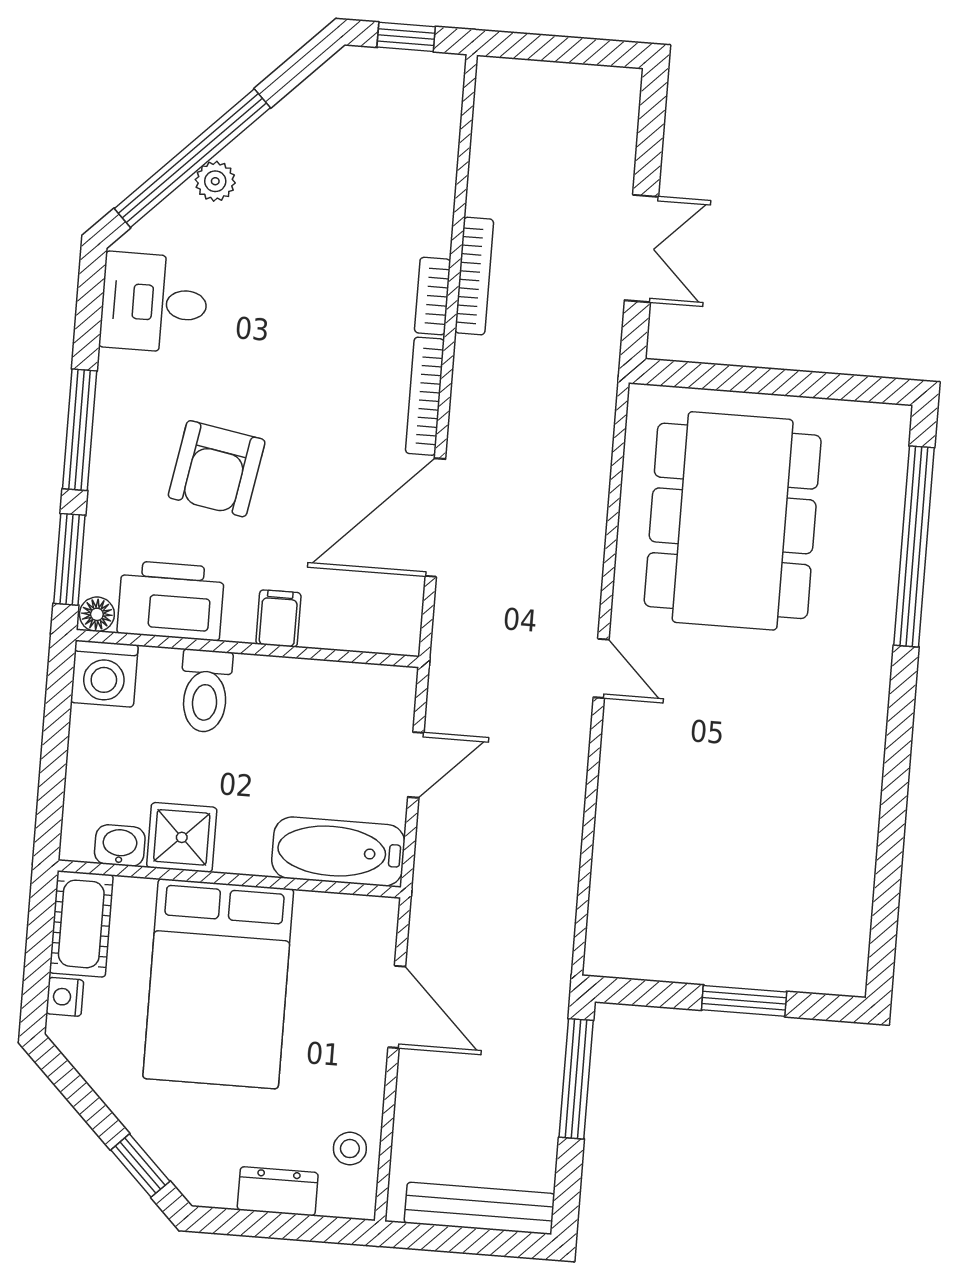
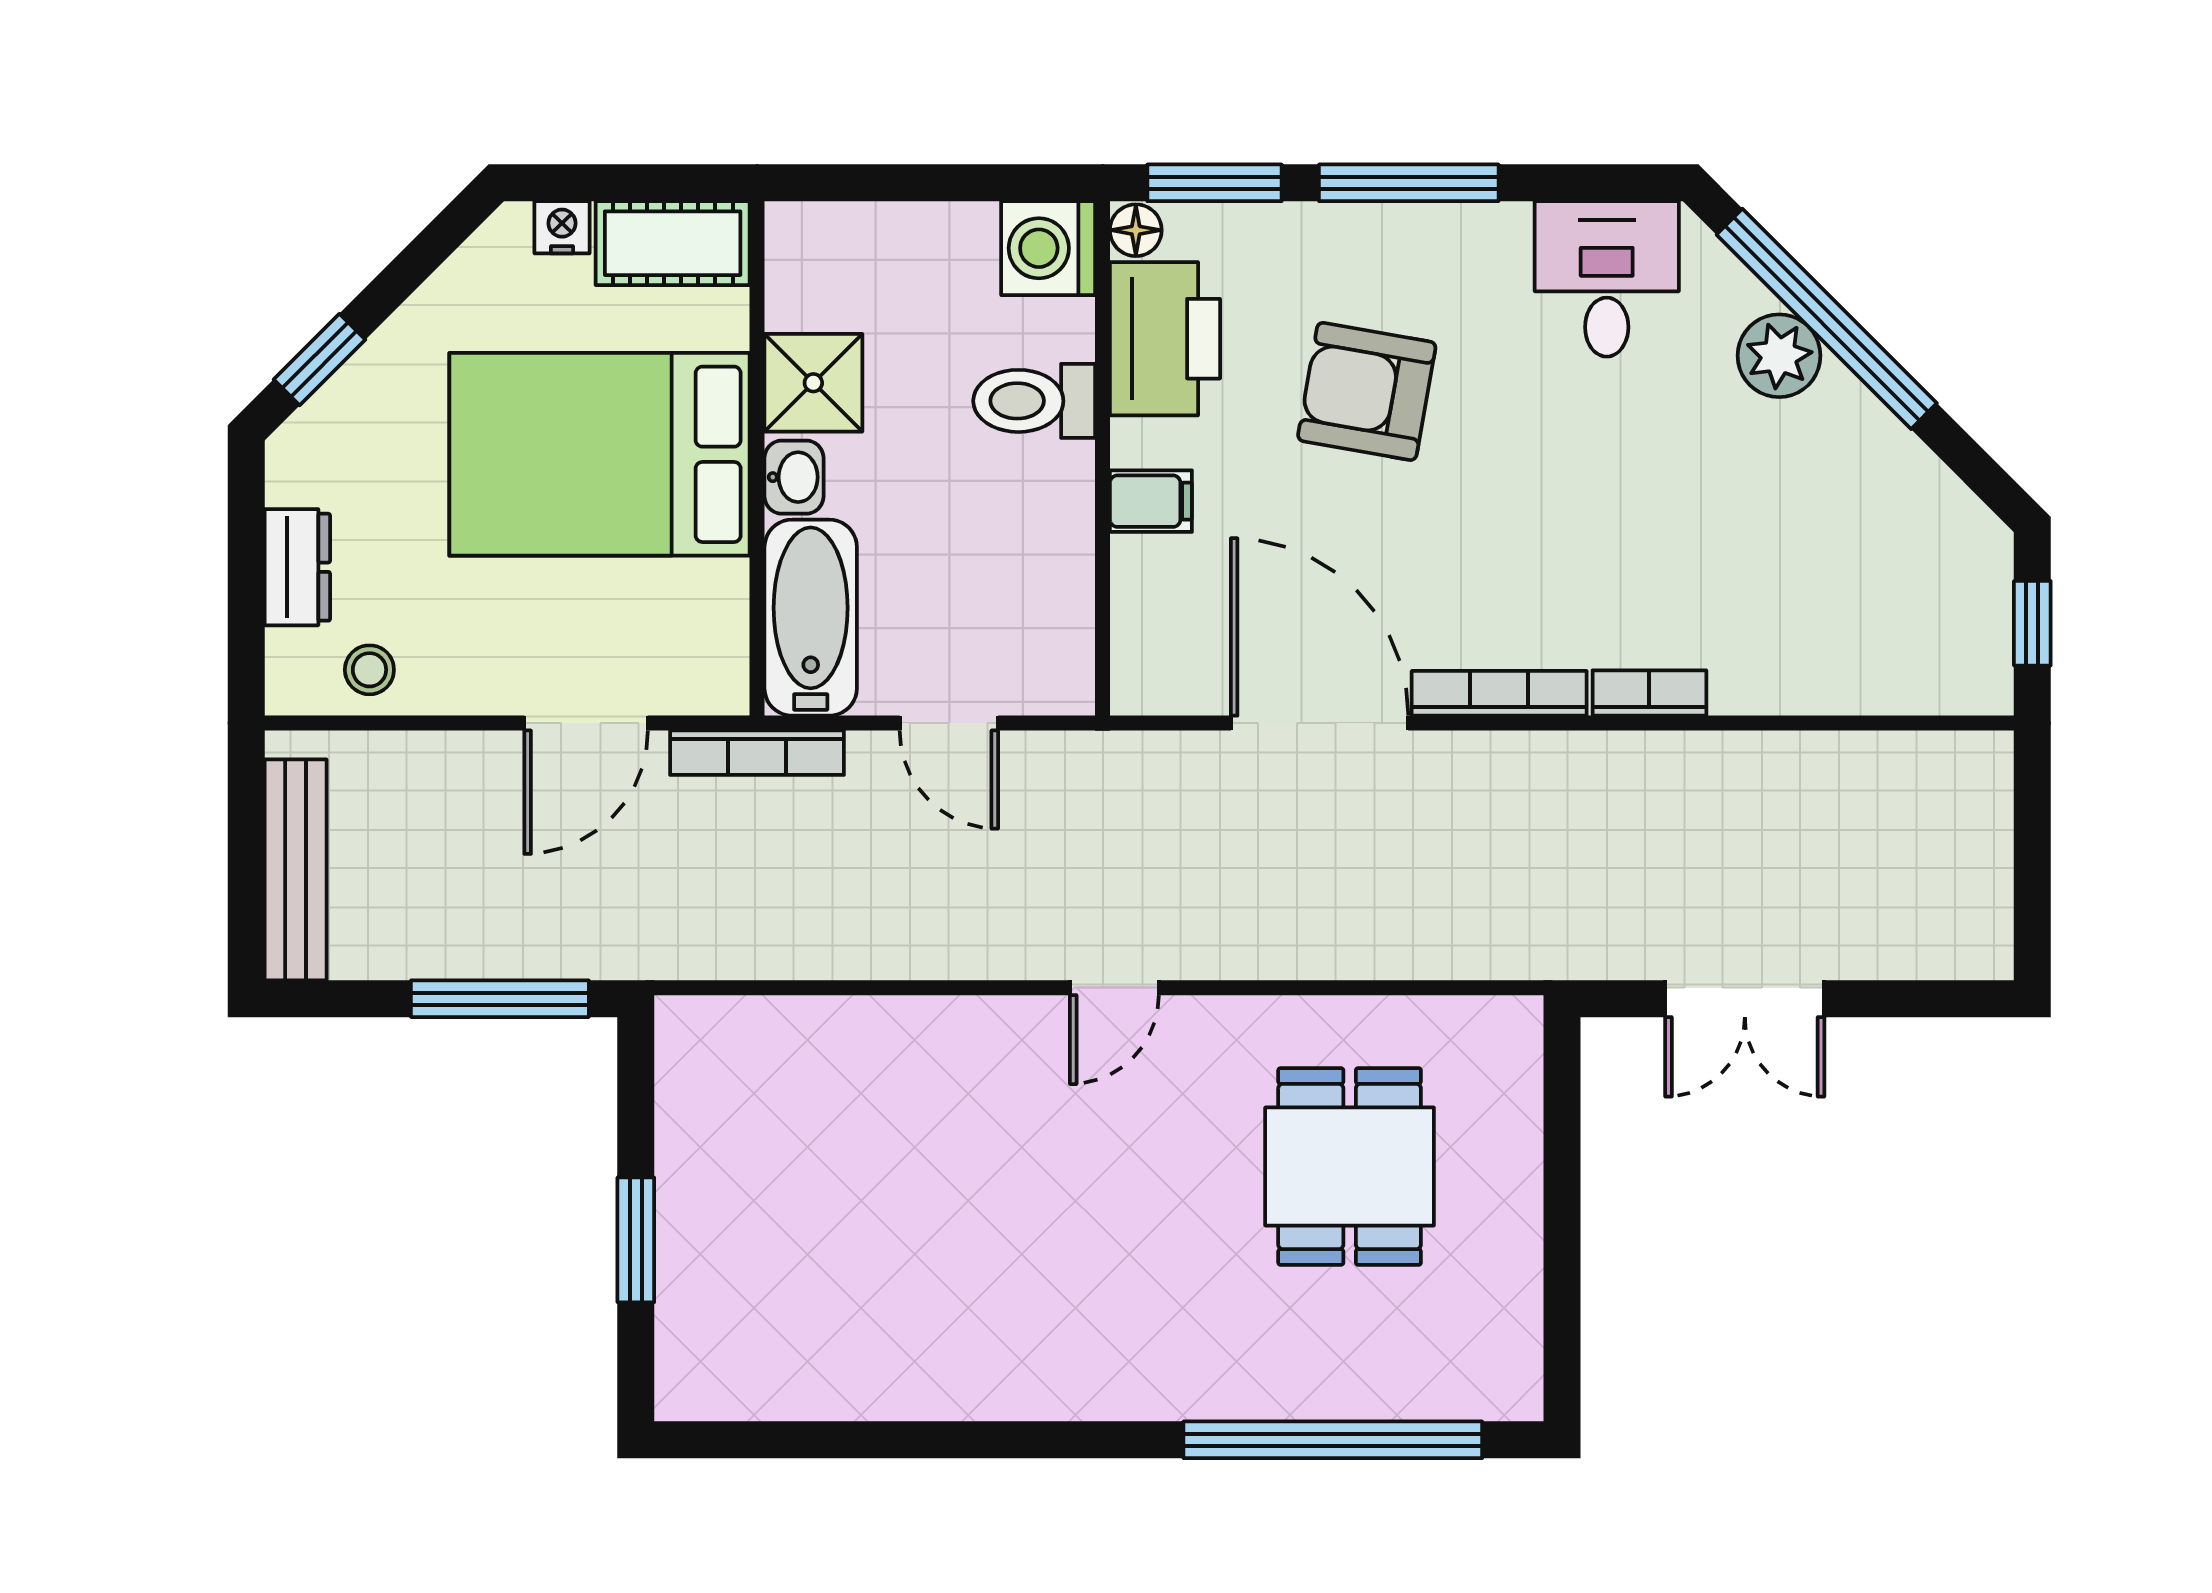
plant: (215, 181) -> (1779, 356), width x1.38, depth x1.38
bookcase: (474, 276) -> (757, 753), moved
dining table: (733, 521) -> (1350, 1166), width x0.53, depth x0.80
washbasin: (120, 845) -> (794, 477), moved

